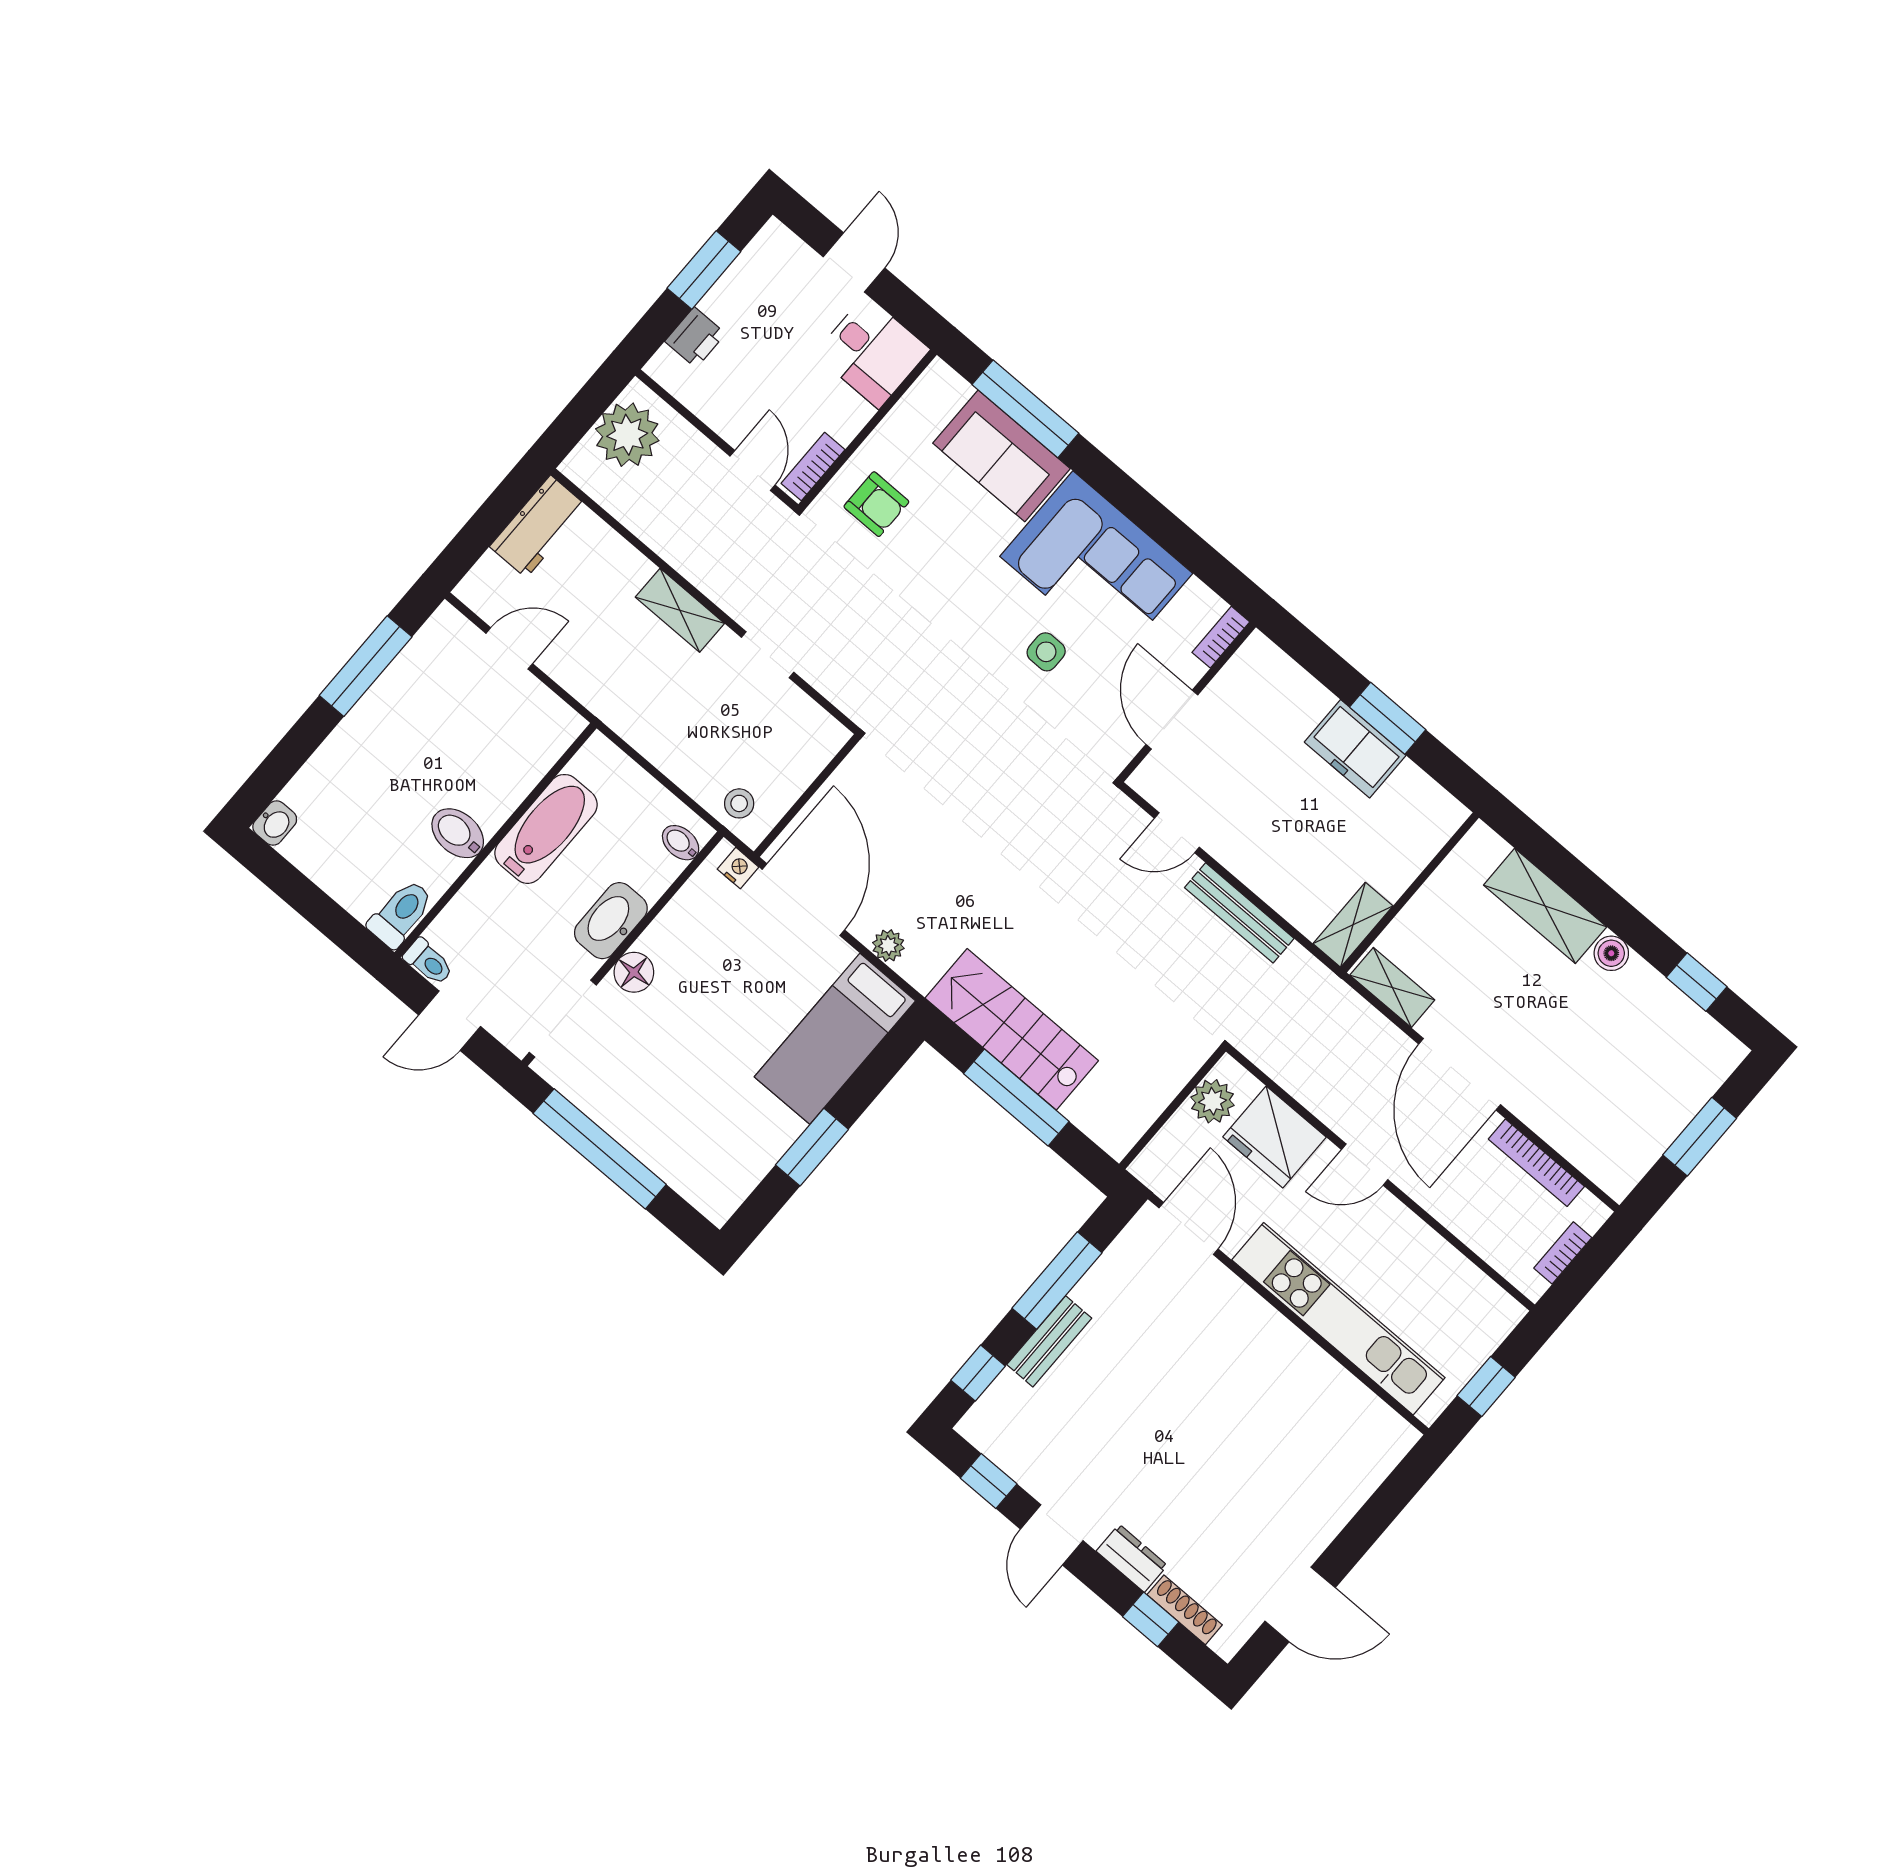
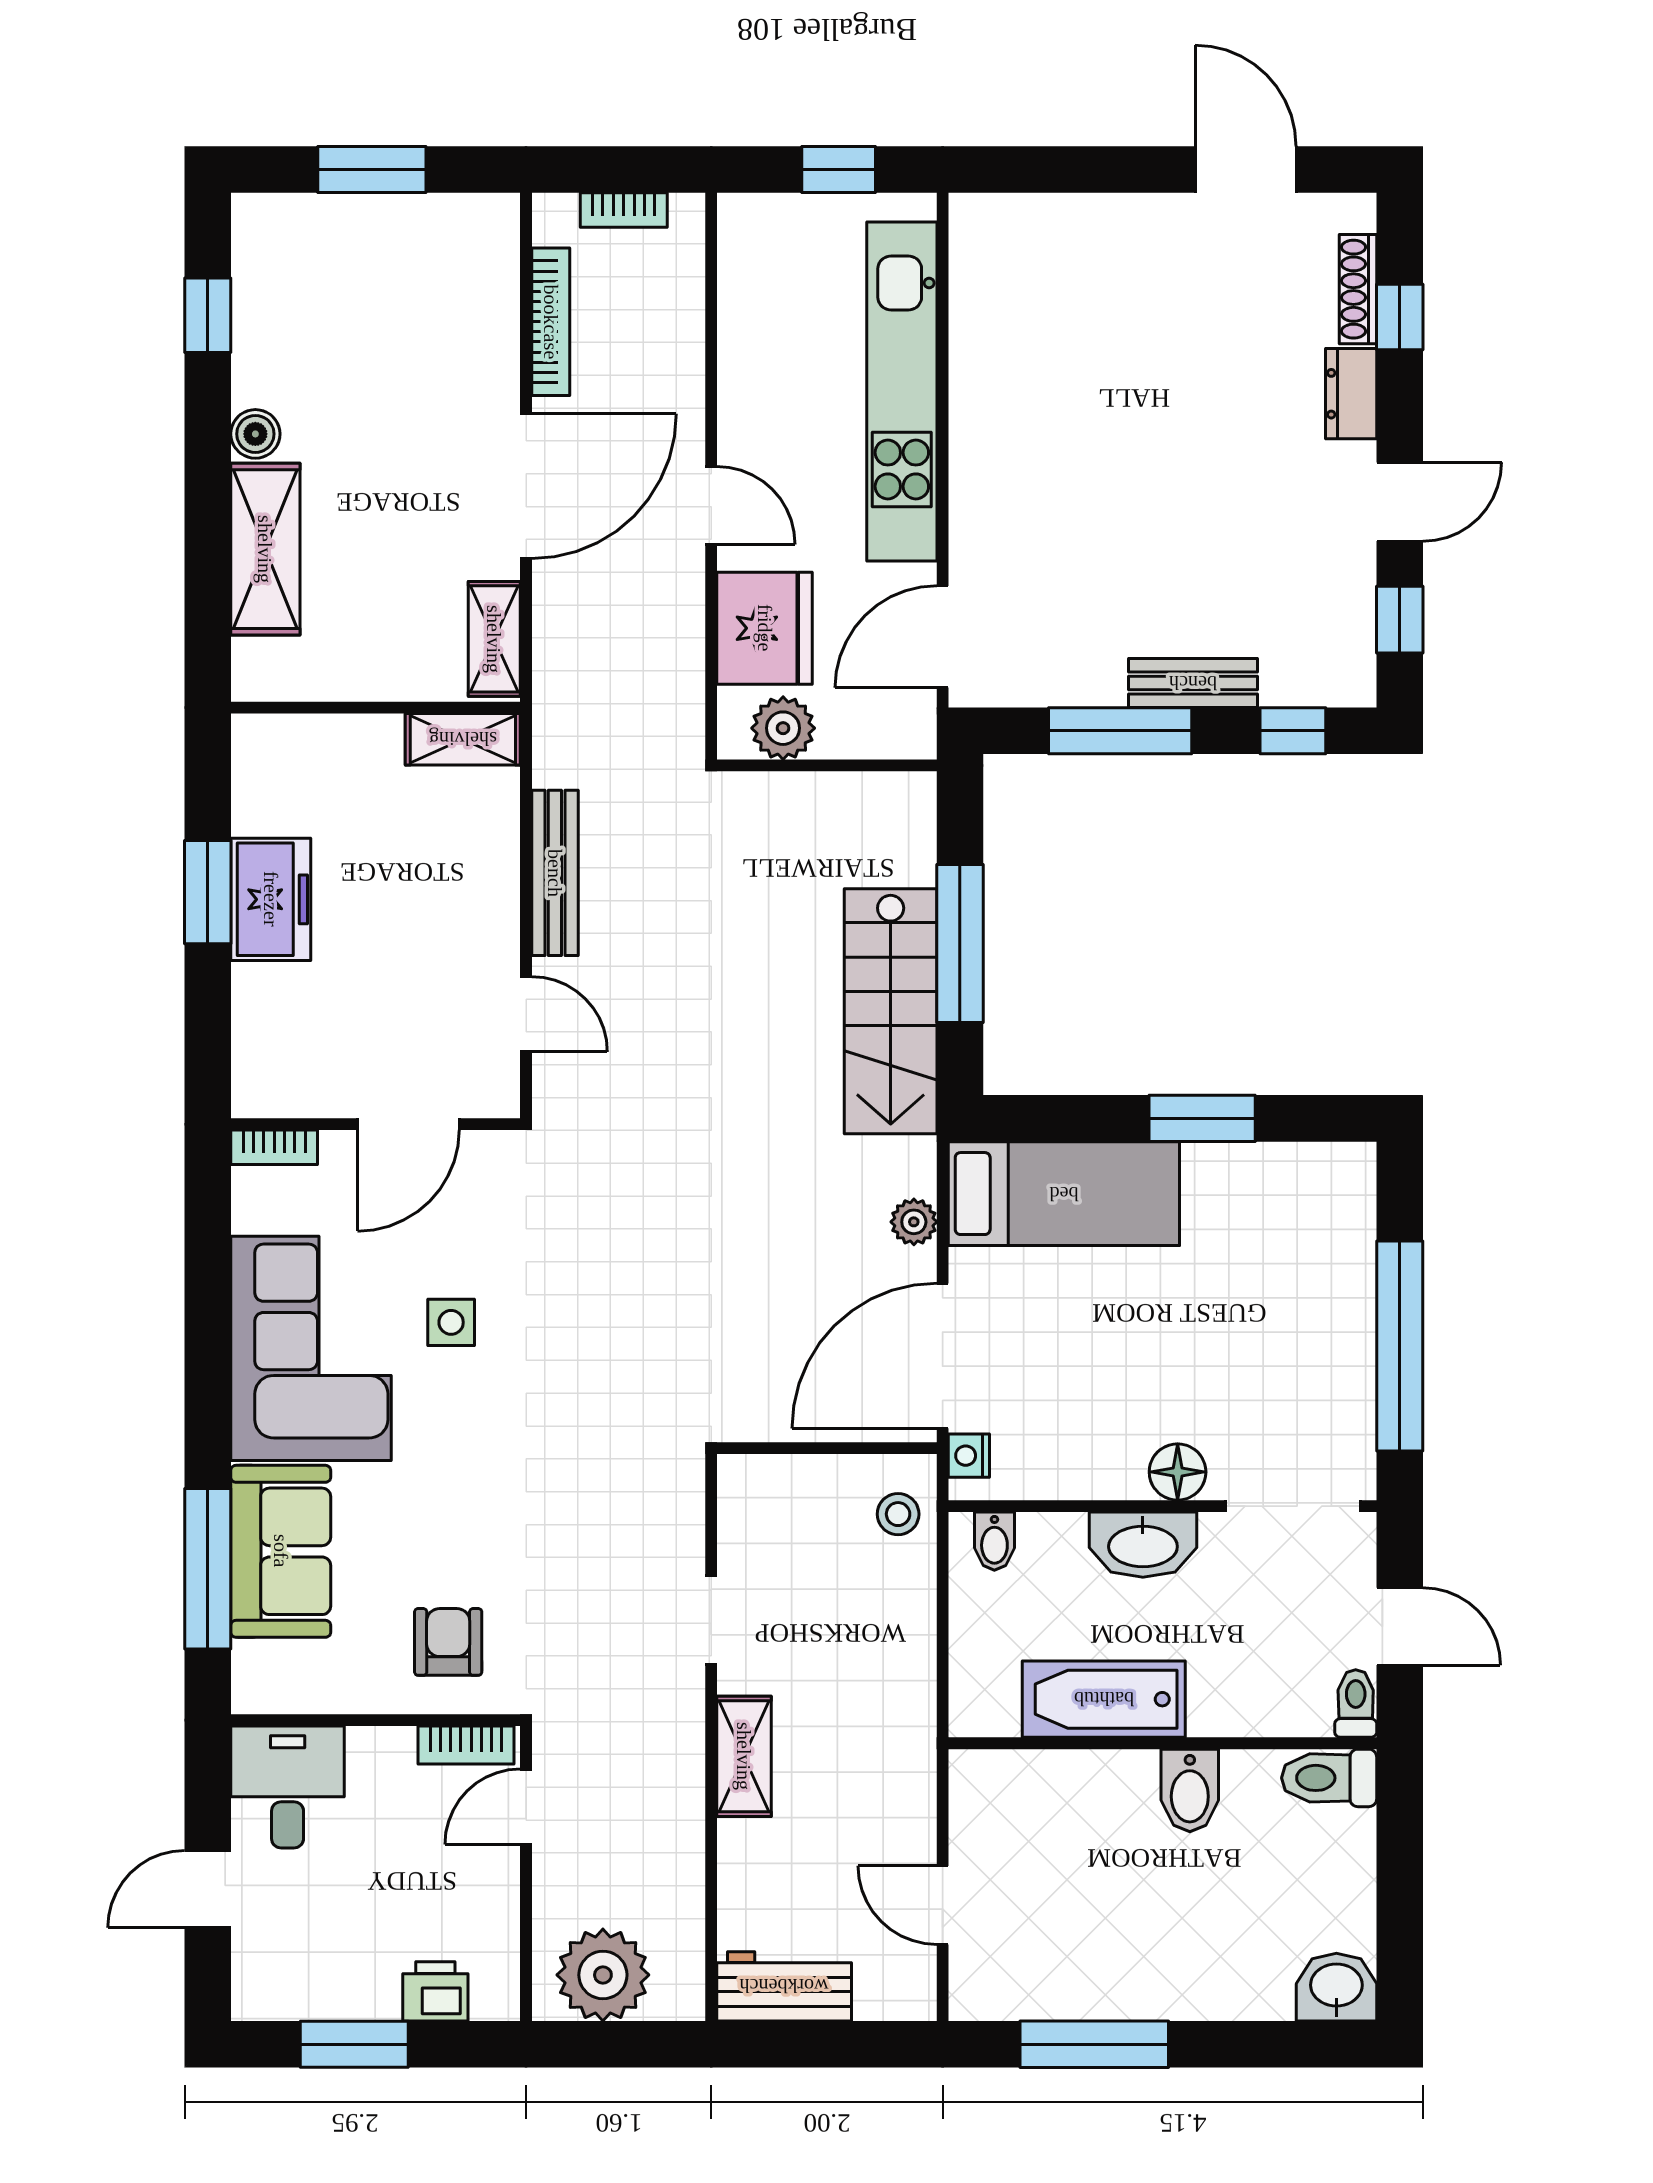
washbasin: (275, 823) -> (1336, 1987), width x1.38, depth x1.45

